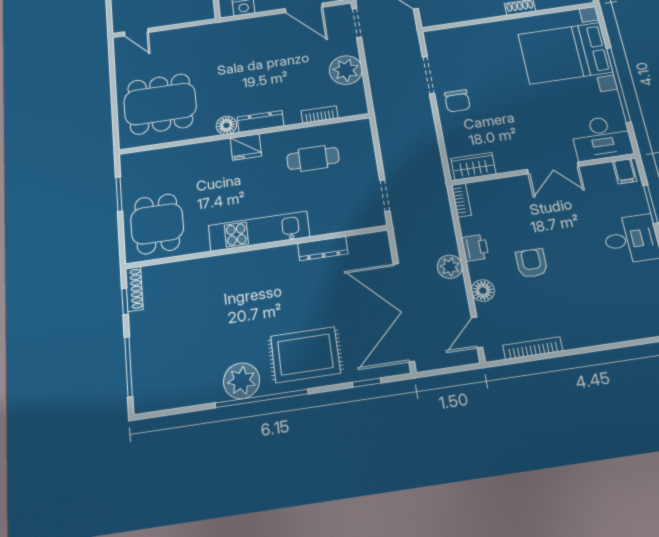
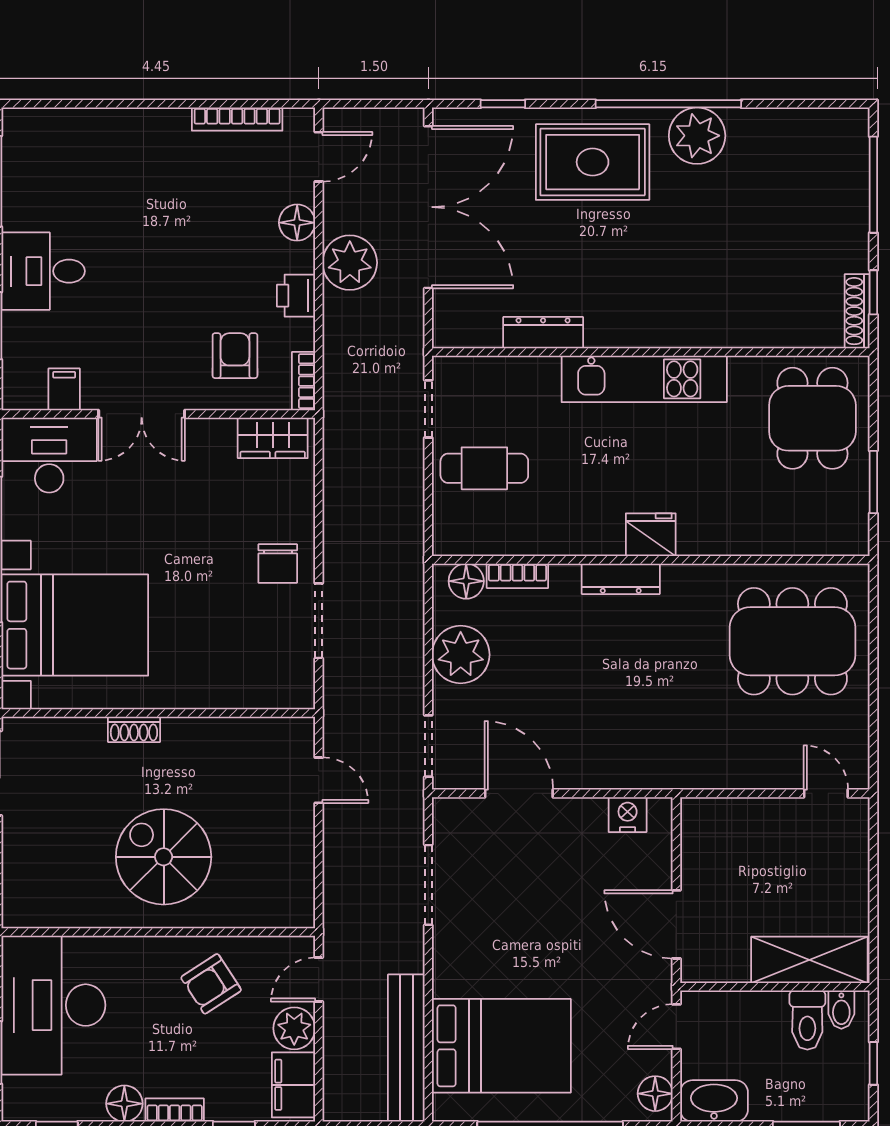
chair: (457, 101) -> (278, 564), turned 180
floor lamp: (226, 125) -> (466, 581), moved
cafe table: (313, 158) -> (484, 468), moved
double door: (553, 168) -> (142, 414), swing flipped
filing cabinet: (625, 171) -> (64, 389), moved
armchair: (532, 263) -> (235, 356), moved, turned 180
plant: (450, 267) -> (350, 263), width x1.36, depth x1.36

